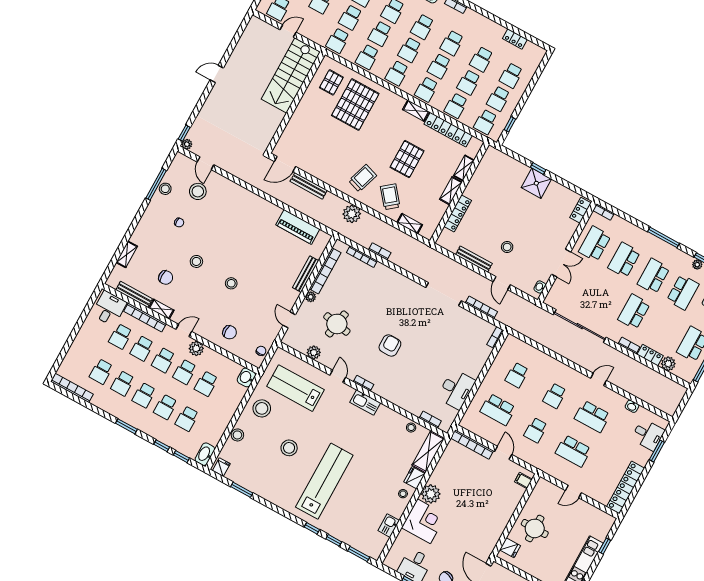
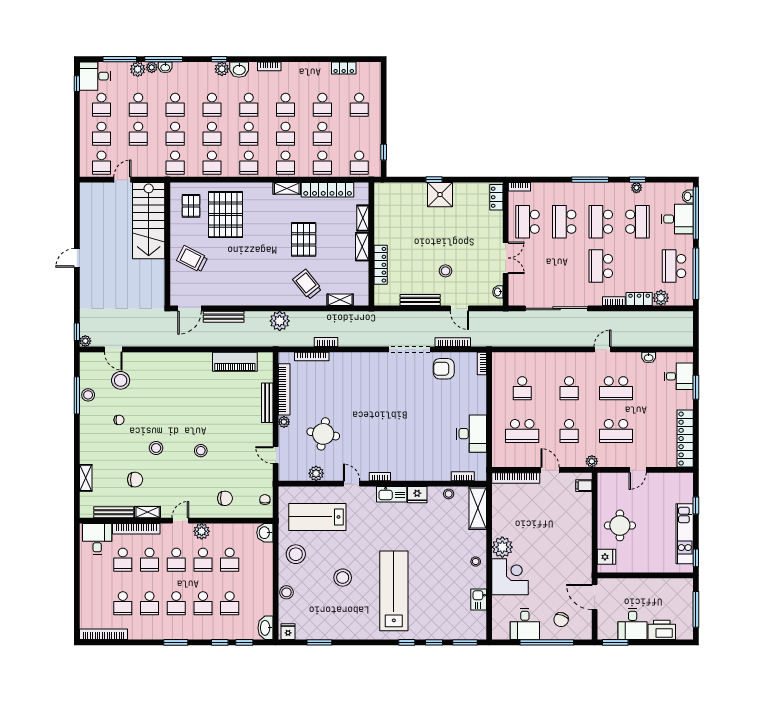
school desk: (498, 99) -> (359, 134), removed
trolley: (363, 178) -> (192, 259), moved, turned -81
armchair: (390, 345) -> (444, 369), moved, turned -90
plant: (540, 464) -> (592, 461), added
fridge: (414, 478) -> (417, 495), moved, turned -90

